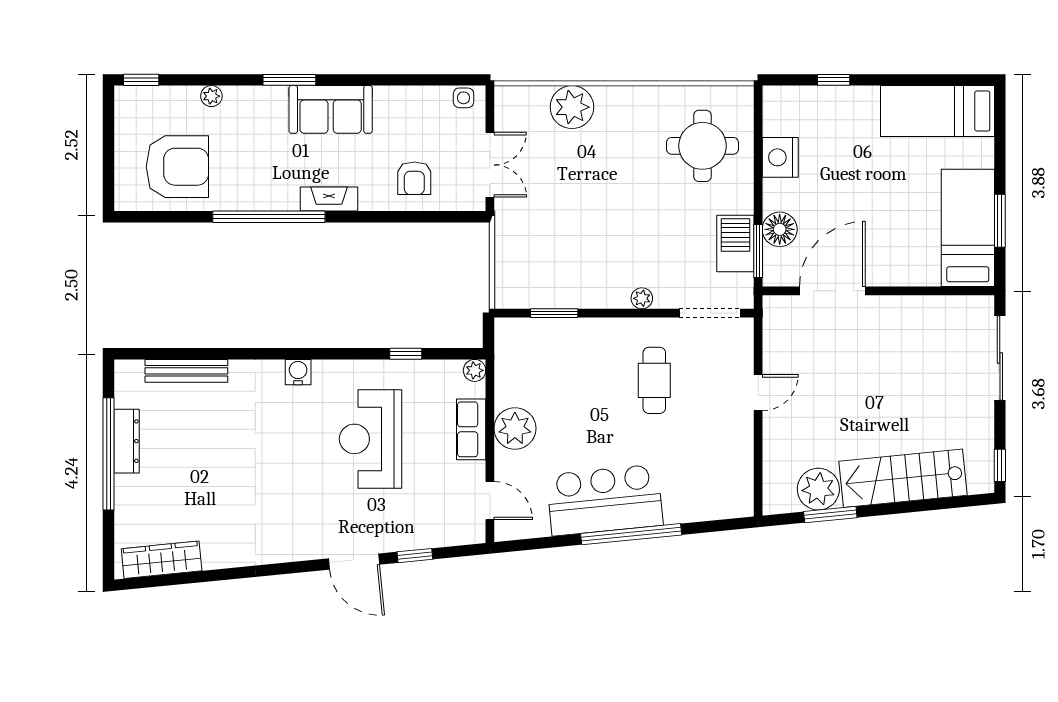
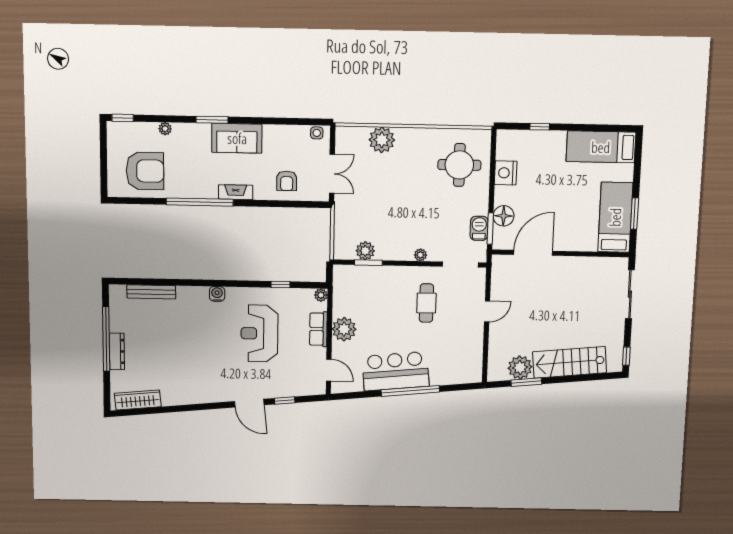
barbecue: (735, 243) -> (479, 228), width x0.73, depth x0.79
plant: (548, 293) -> (365, 251), added
dresser: (127, 441) -> (117, 351), moved

